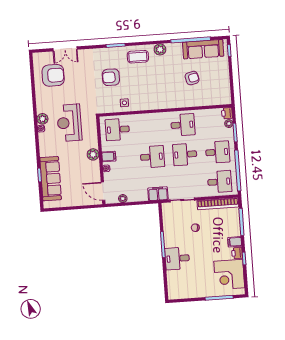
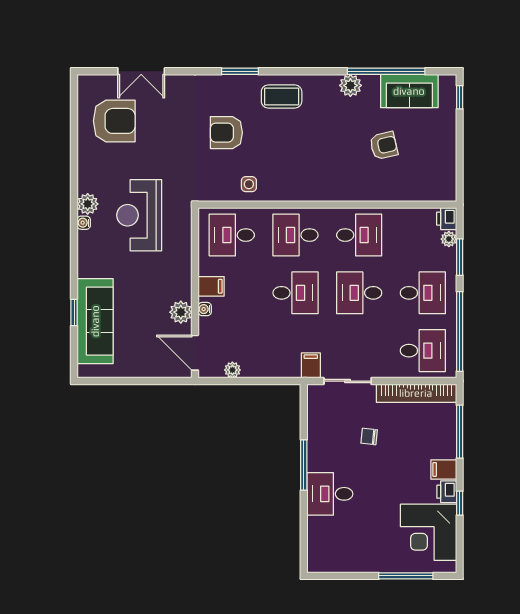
plant: (160, 49) -> (350, 85), moved
sofa: (203, 49) -> (409, 91), width x0.73
desk: (150, 127) -> (295, 235), added
plant: (93, 154) -> (181, 312), moved
filing cabinet: (158, 194) -> (311, 365), width x0.50

